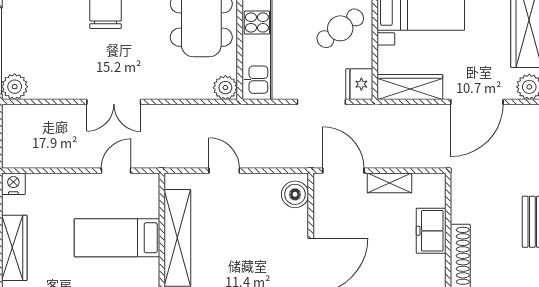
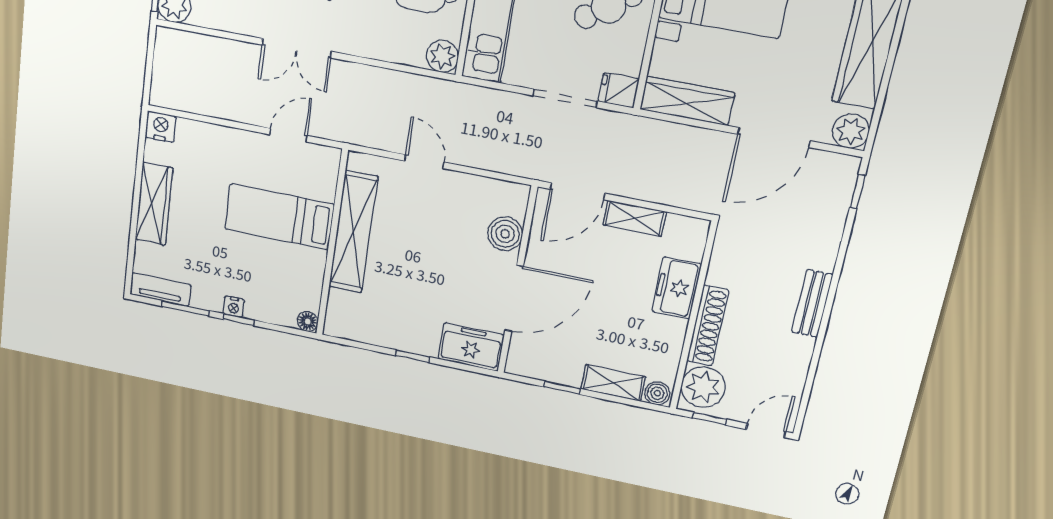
fridge: (359, 84) -> (619, 90), width x0.72
door: (343, 171) -> (577, 191), swing flipped
boiler: (295, 194) -> (505, 234), moved

